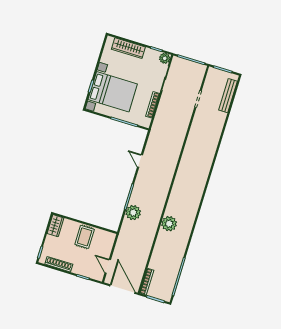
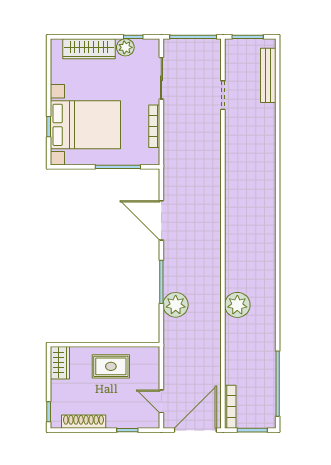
plant: (165, 58) -> (125, 47), moved
door: (140, 161) -> (161, 220), width x1.87
rug: (85, 237) -> (111, 366), turned 90
door: (122, 289) -> (195, 430), hinge flipped

